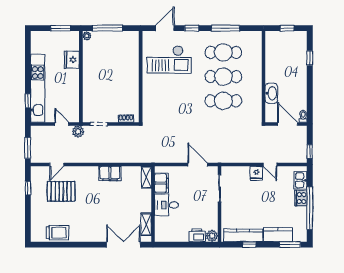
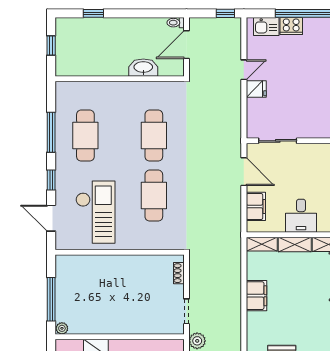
cafe table: (223, 77) -> (154, 196), moved
door: (198, 165) -> (244, 172), swing flipped
filing cabinet: (161, 183) -> (256, 206), moved, turned 90
shelving: (146, 201) -> (295, 245), added

